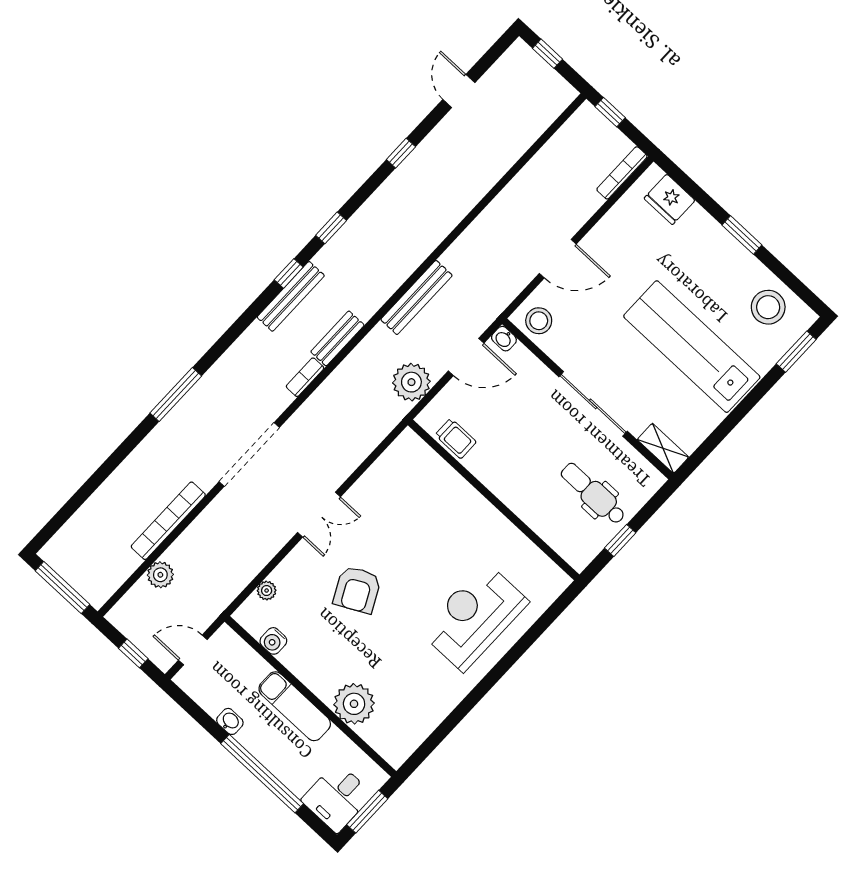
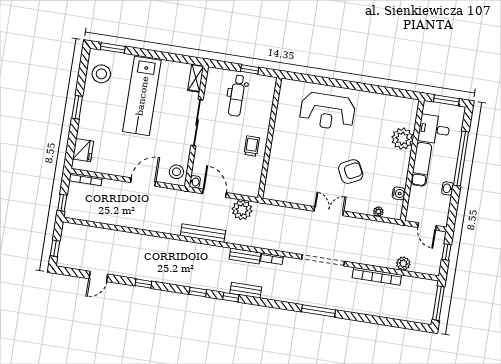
door: (558, 259) -> (143, 182), hinge flipped
bench: (291, 296) -> (246, 290), width x0.73
trolley: (456, 439) -> (252, 146), moved
desk: (337, 797) -> (434, 129), moved, turned 180

